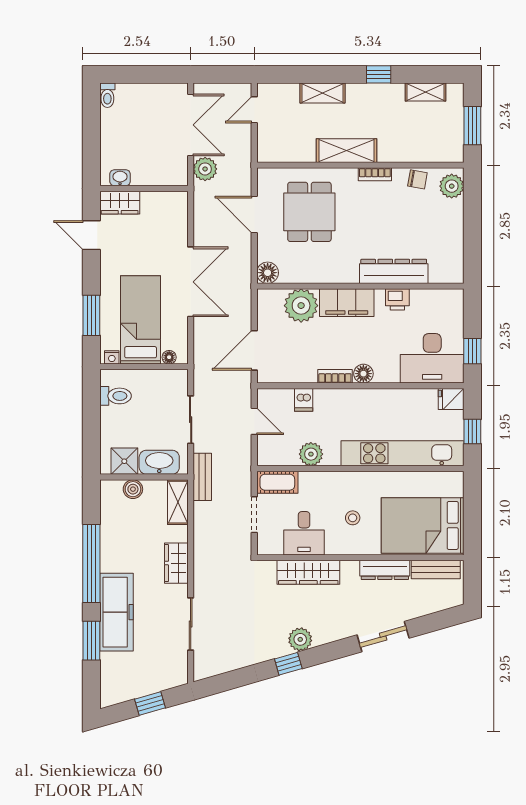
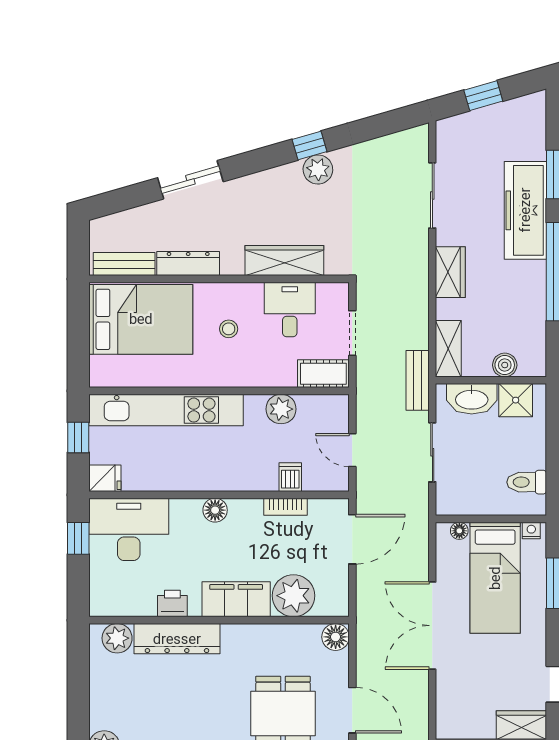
plant: (441, 272) -> (117, 638), added
bookcase: (335, 376) -> (285, 507), moved
plant: (300, 639) -> (318, 169), moved

